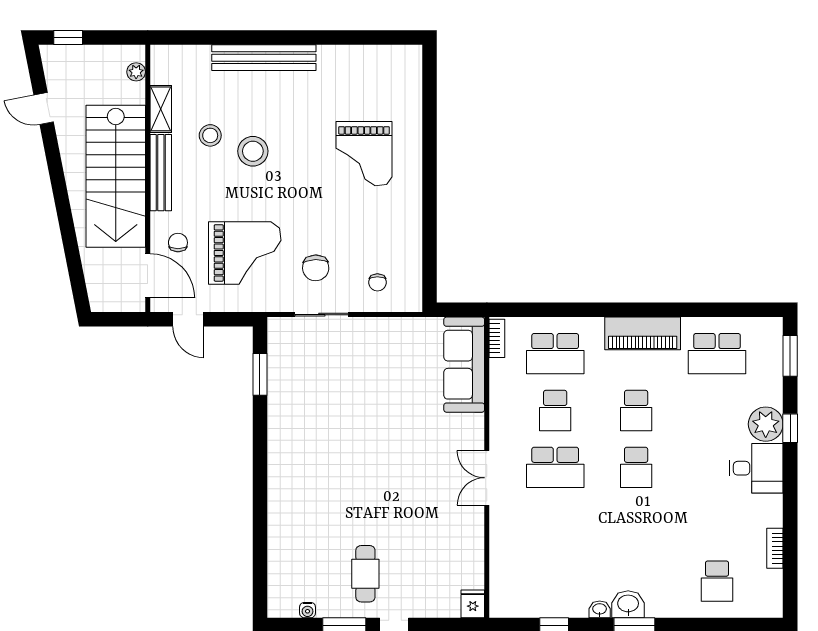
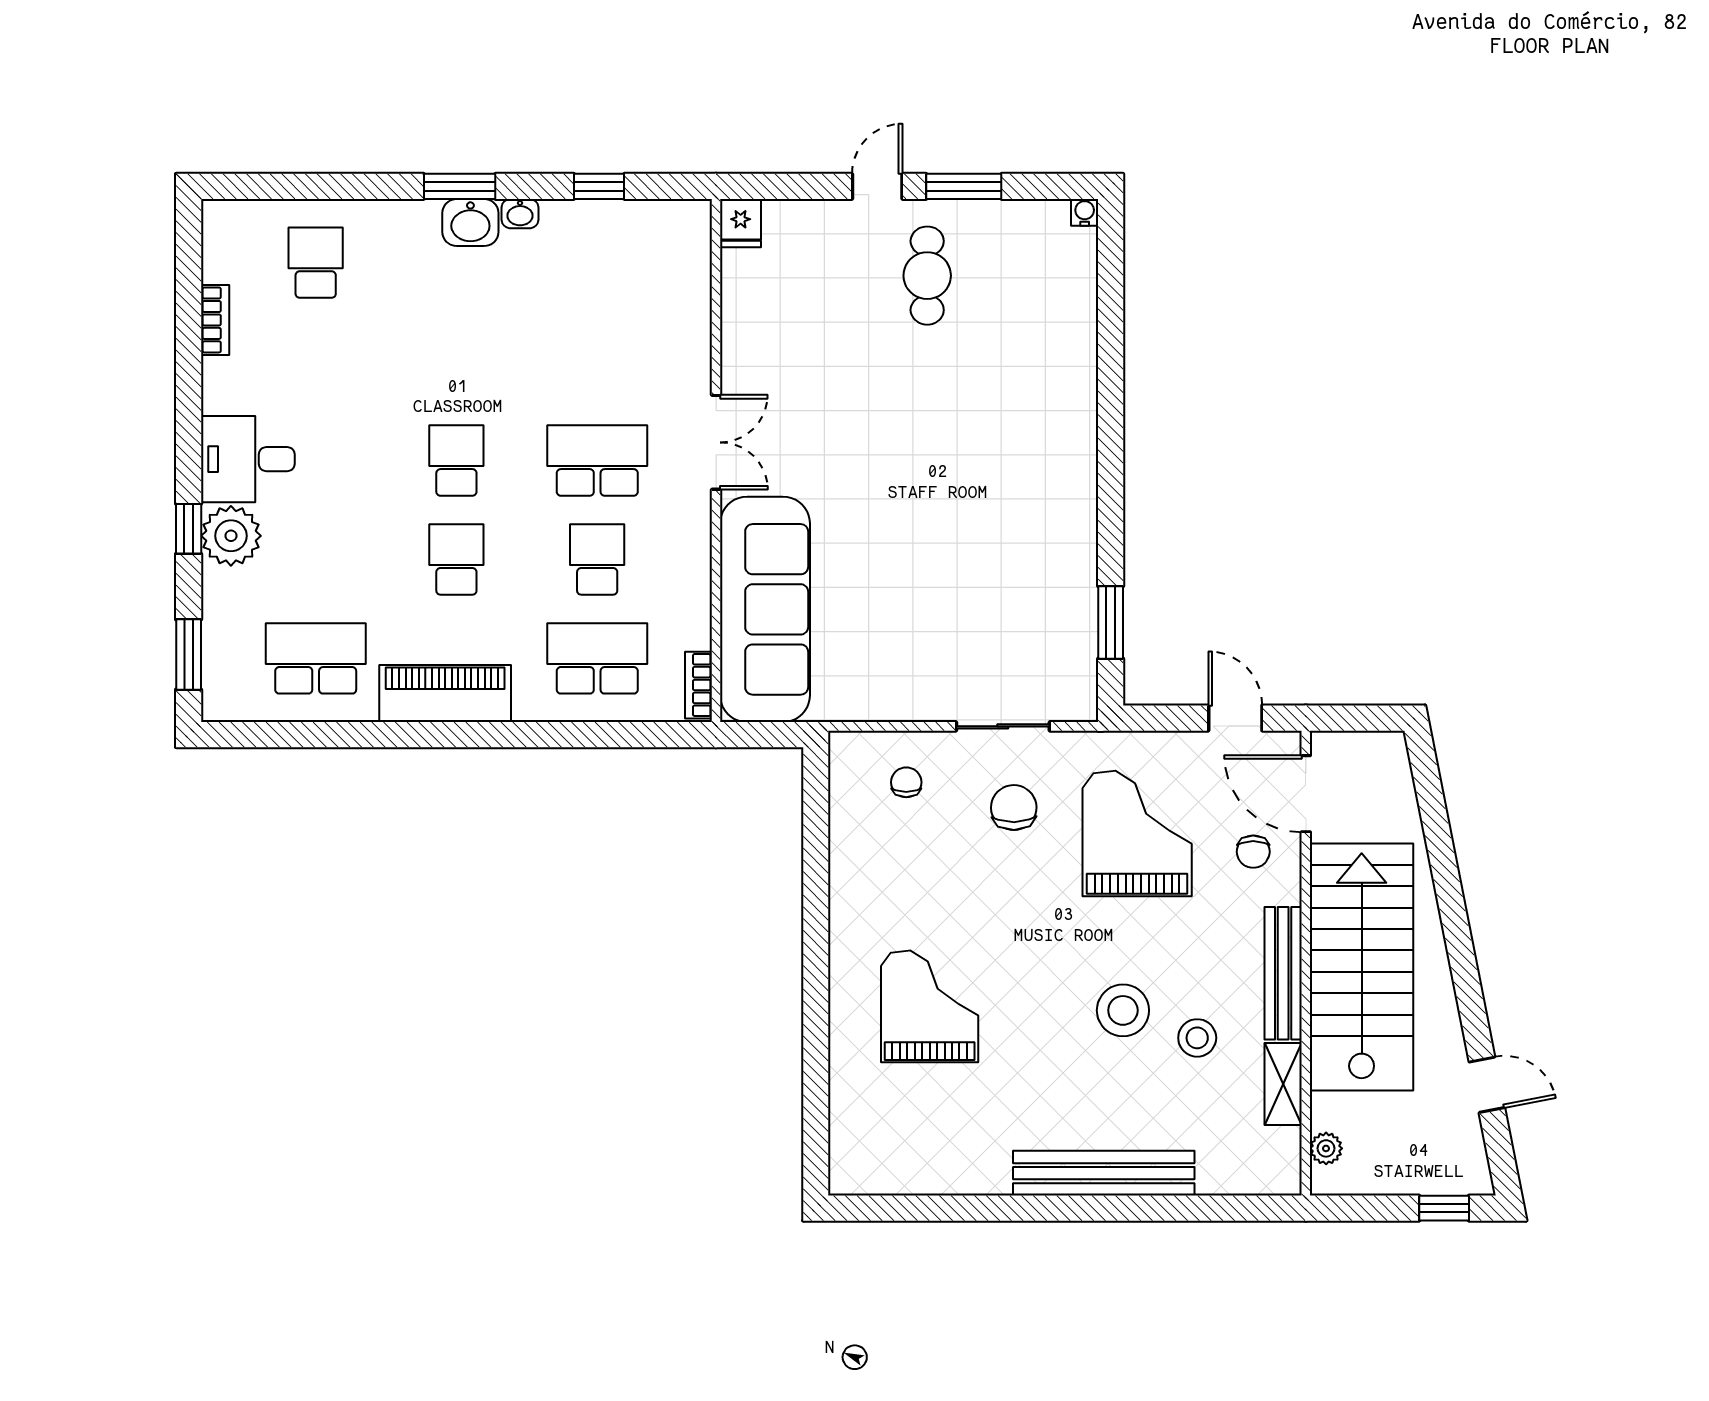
grand piano: (245, 253) -> (1137, 833), turned 90
sofa: (464, 365) -> (765, 609), width x1.36, depth x1.27
water cooler: (308, 610) -> (1085, 212), moved

